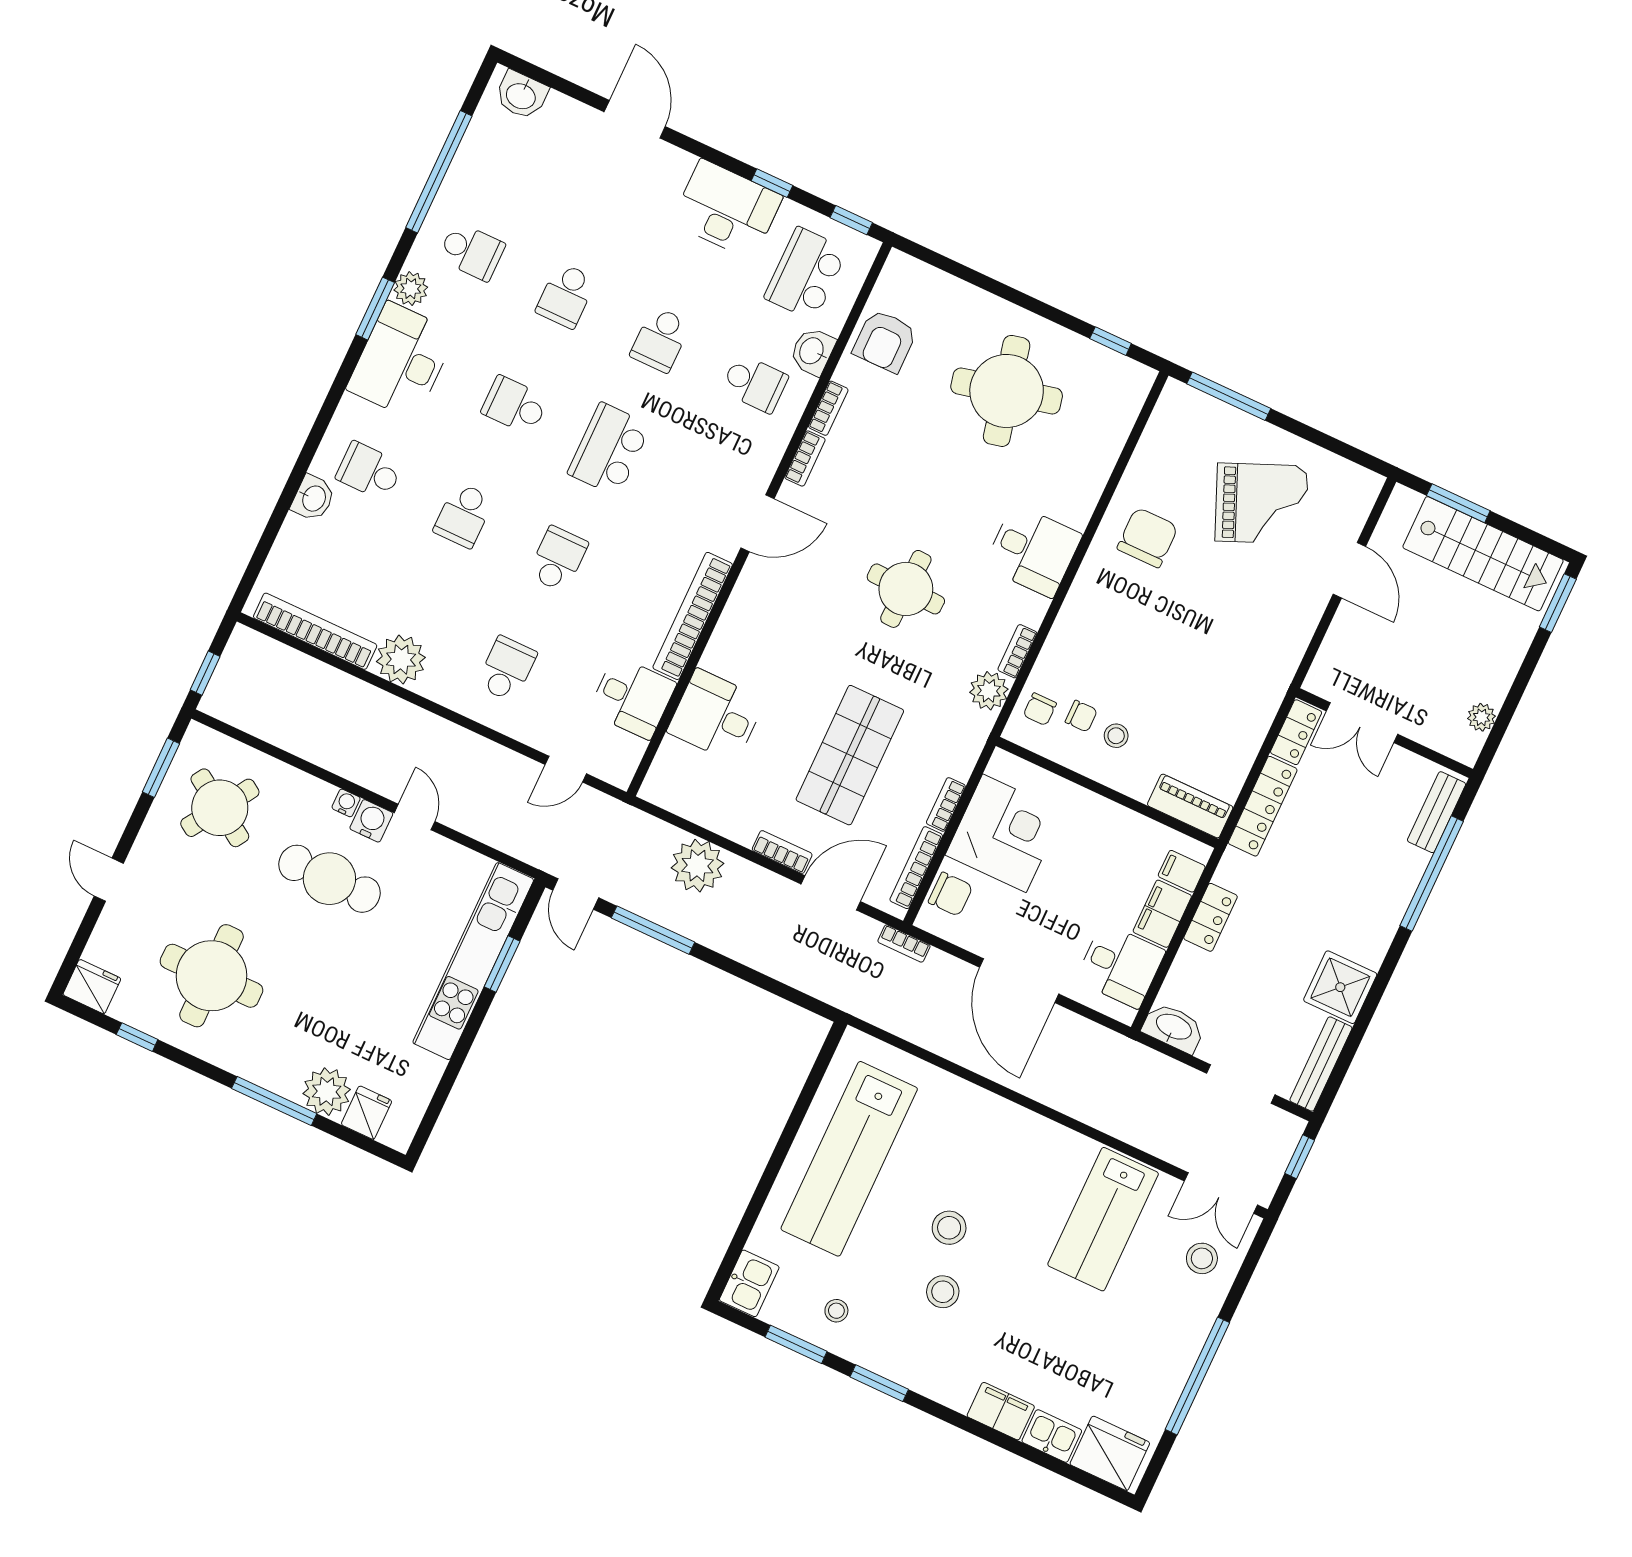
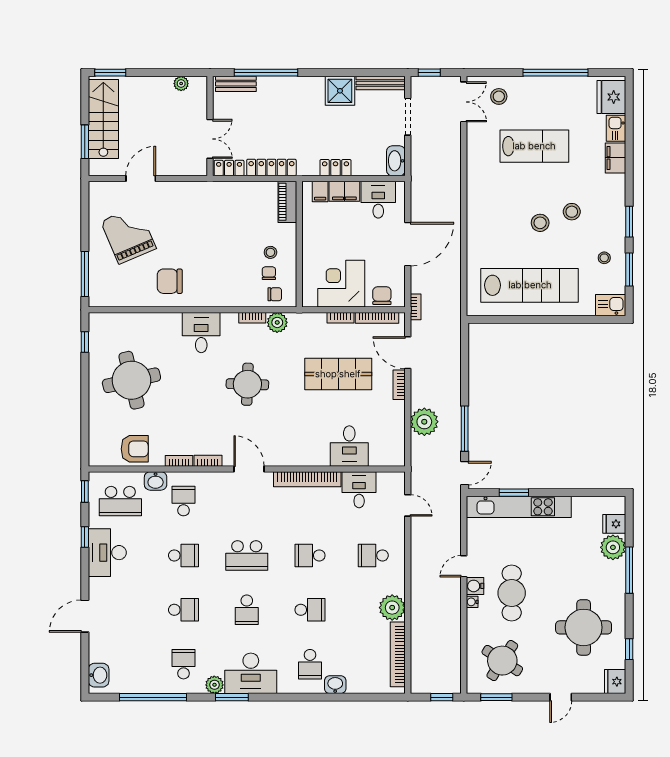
lab bench: (1103, 1219) -> (534, 146), moved

